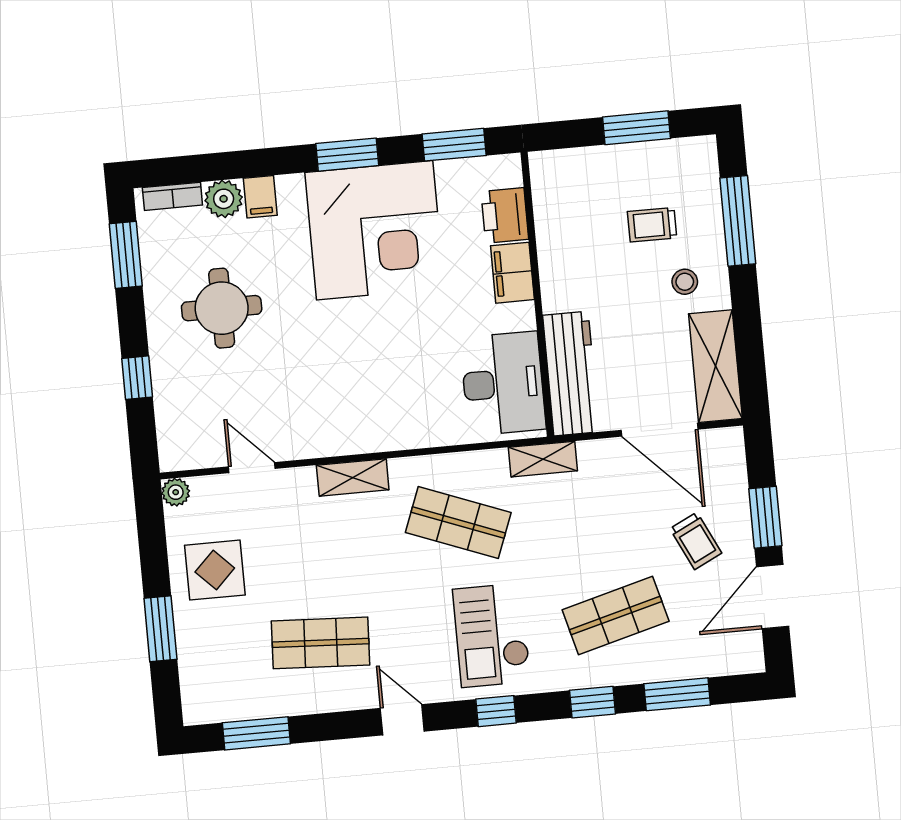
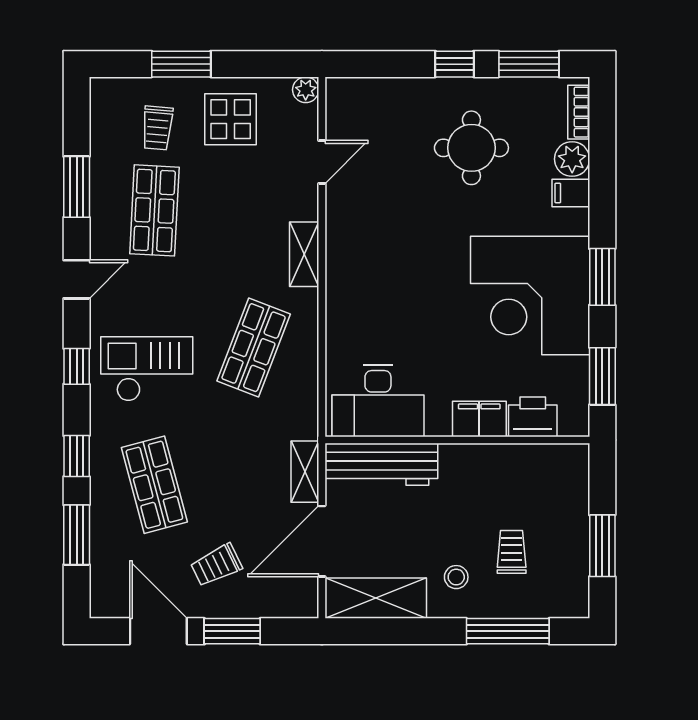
window: (137, 378) -> (455, 64), moved
shelving: (543, 459) -> (305, 472), moved
trolley: (232, 648) -> (157, 128), added
window: (256, 733) -> (77, 187), moved

